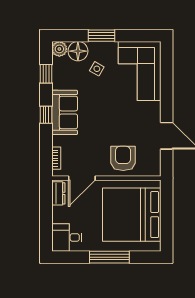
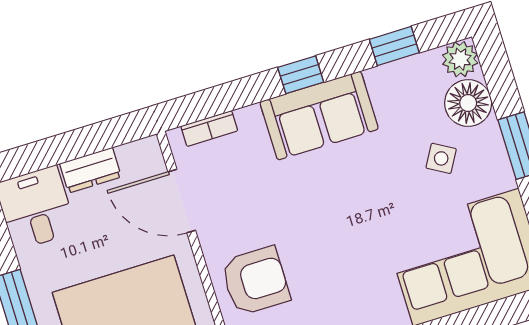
dresser: (58, 193) -> (90, 170), moved

